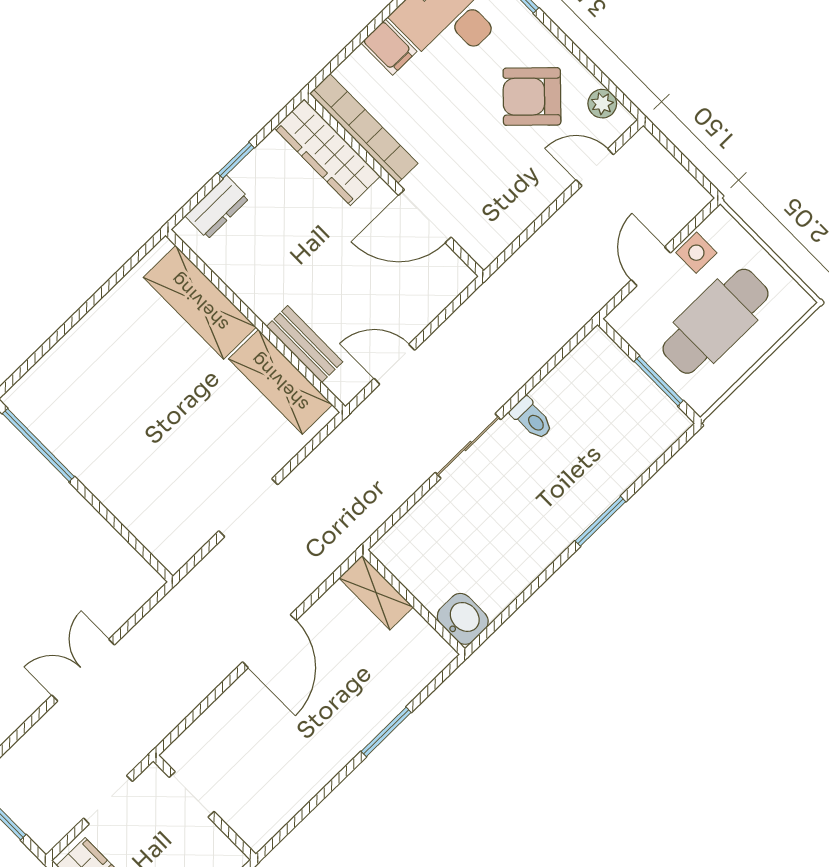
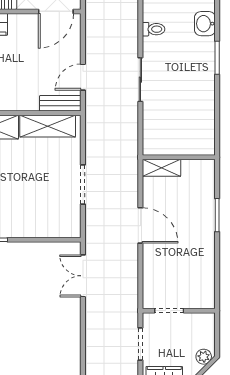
door: (425, 216) -> (56, 11), moved
bench: (305, 344) -> (60, 103), moved
toilet: (532, 418) -> (154, 29), moved
washbasin: (463, 619) -> (205, 24), moved, turned -90
double door: (83, 670) -> (83, 276), moved

